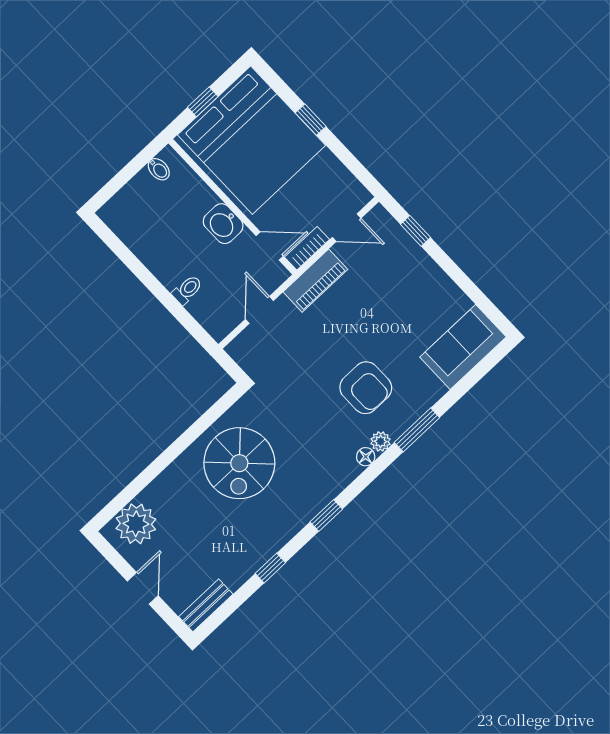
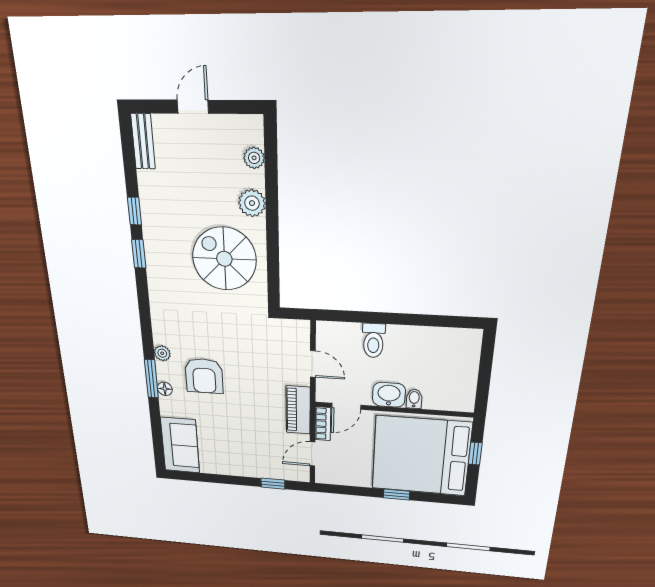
bidet: (159, 169) -> (414, 399), moved, turned 90
toilet: (187, 290) -> (373, 341), width x1.37, depth x1.39
armchair: (366, 388) -> (204, 376), turned -90
floor lamp: (366, 457) -> (165, 389), moved
plant: (172, 481) -> (252, 203), added
window: (326, 515) -> (139, 254), moved
plant: (136, 524) -> (254, 158), width x0.53, depth x0.53
door: (143, 588) -> (193, 107), swing flipped

